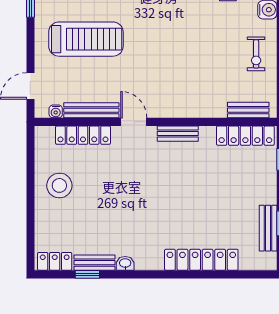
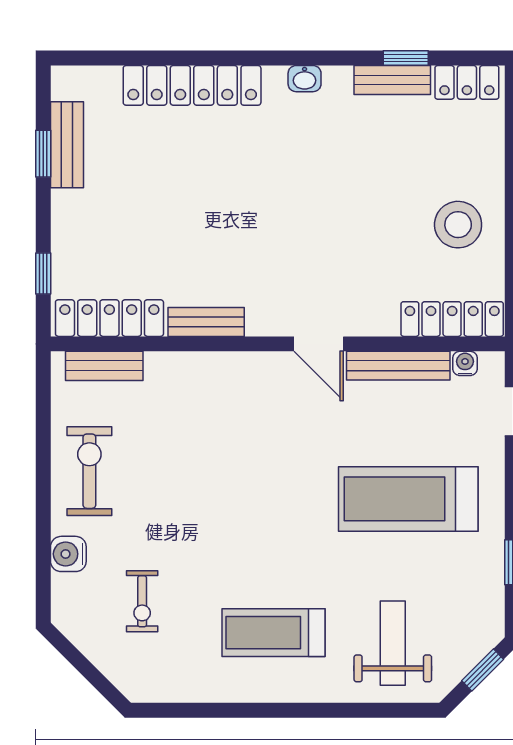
exercise bike: (256, 54) -> (89, 471), width x1.38, depth x1.39
bench: (178, 134) -> (206, 322), moved
locker: (83, 135) -> (452, 319), moved
washbasin: (125, 263) -> (305, 79), moved

